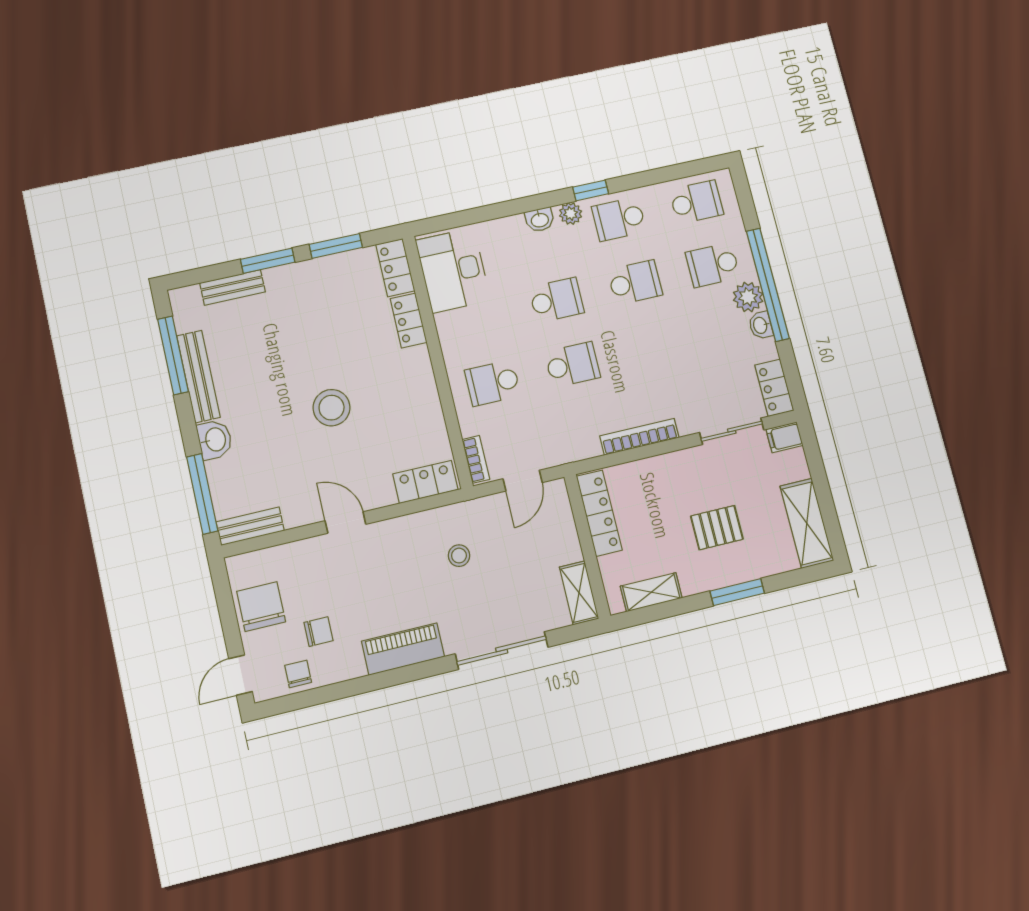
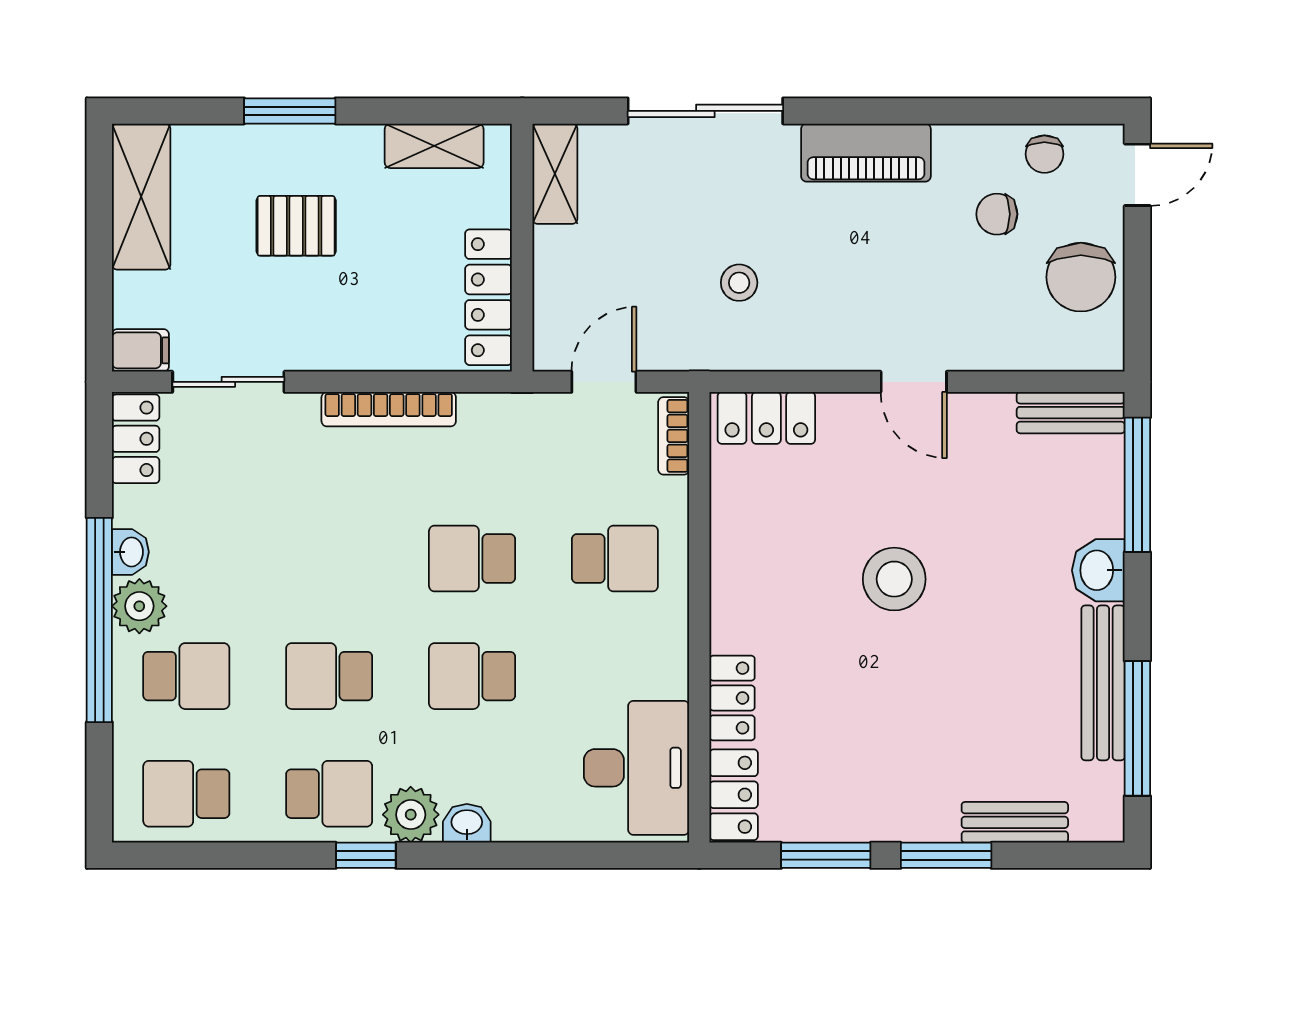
plant: (571, 214) -> (411, 815), width x1.38, depth x1.38

